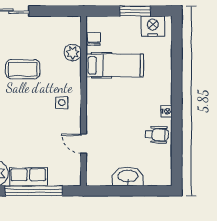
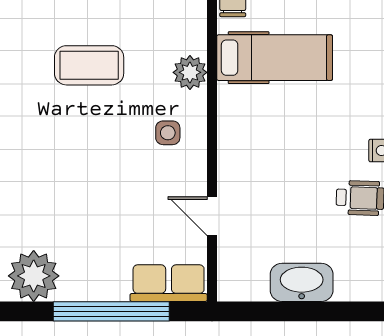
plant: (73, 53) -> (190, 72), moved
row of seats: (28, 177) -> (169, 283), moved

